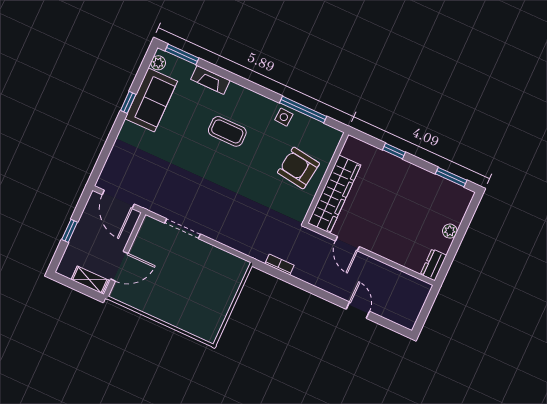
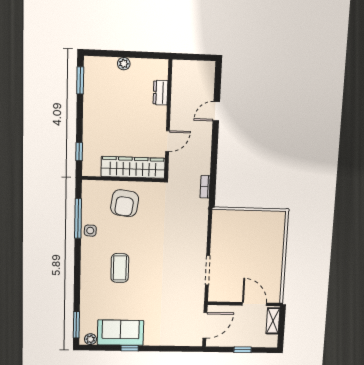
fireplace: (210, 80) -> (86, 296), removed
window: (394, 151) -> (79, 152), moved
dresser: (433, 265) -> (161, 93), moved, turned 90

